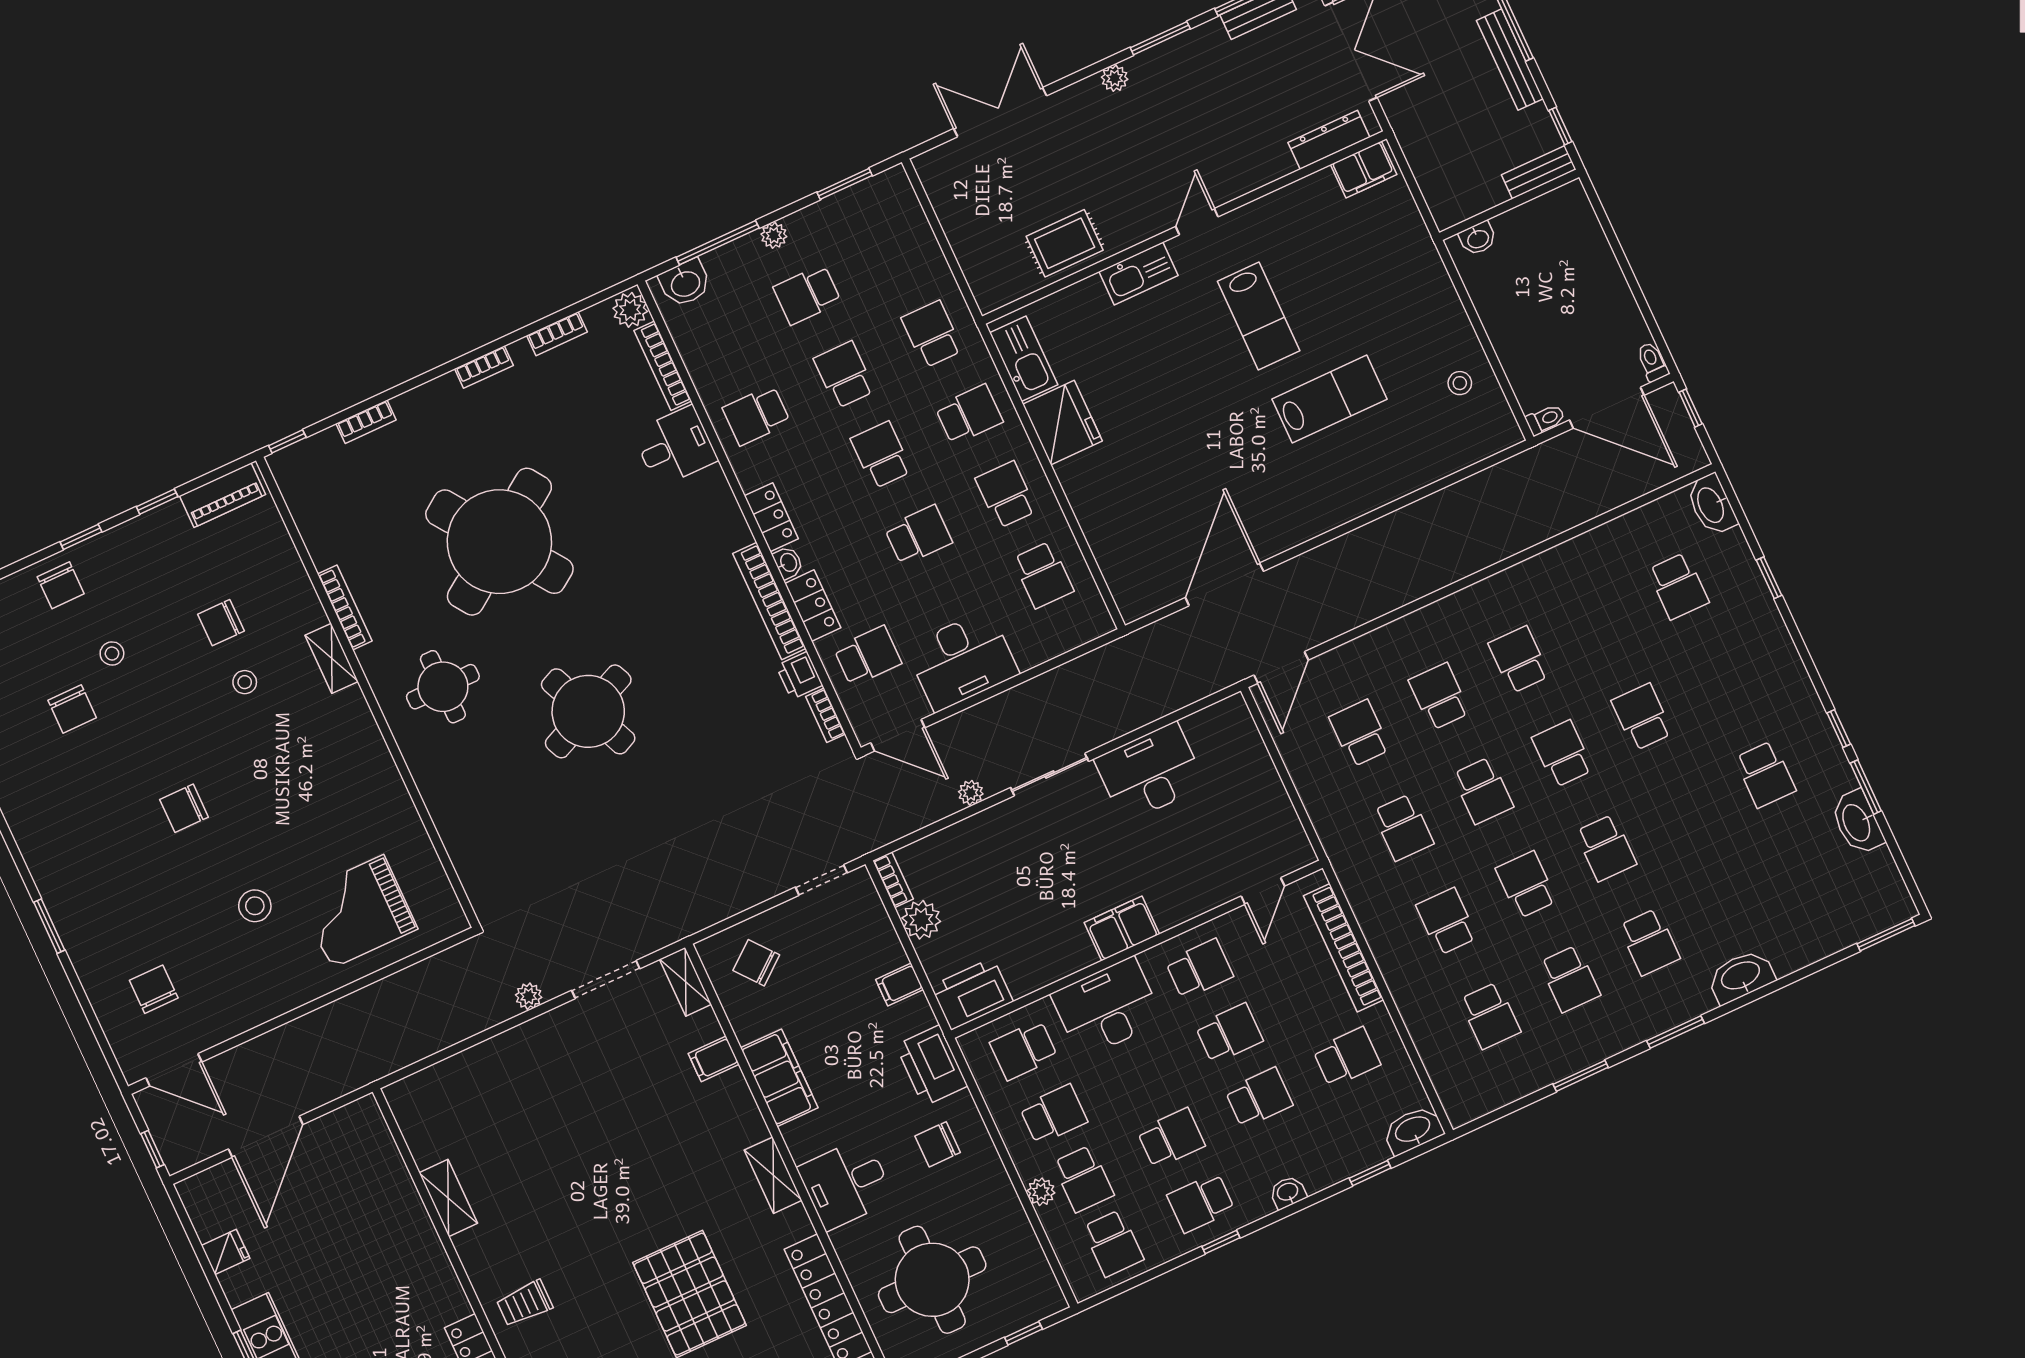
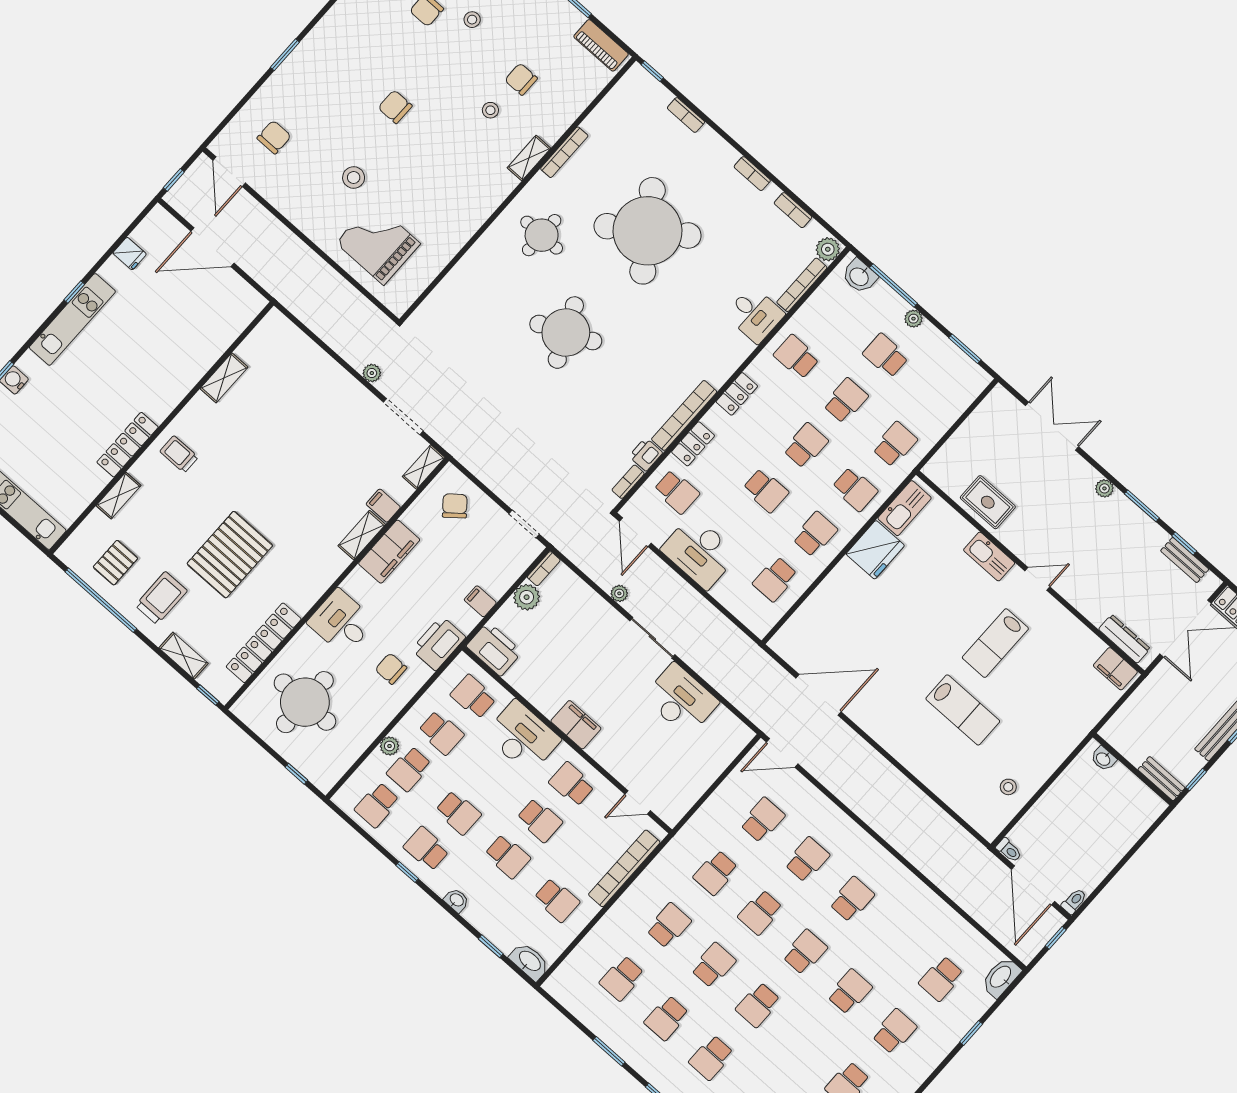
washbasin: (788, 563) -> (713, 417), removed
school desk: (1722, 680) -> (894, 1031), added
school desk: (1199, 969) -> (572, 784), turned 180
shelving: (773, 1175) -> (362, 535), moved

